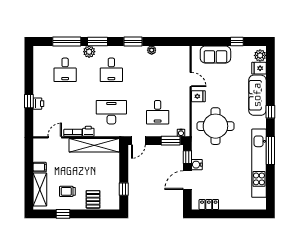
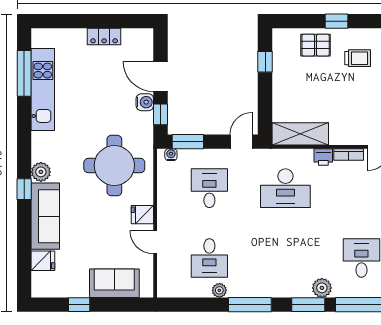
window: (133, 41) -> (250, 305), width x1.44
plant: (260, 55) -> (41, 172), moved
desk: (111, 70) -> (209, 258), moved, turned 180
shelving: (94, 145) -> (300, 134), width x0.68
window: (270, 151) -> (24, 73), moved
kitchen unit: (259, 163) -> (43, 90), width x0.73
door: (187, 180) -> (161, 77), swing flipped
pallet: (93, 199) -> (316, 45), turned 90
locker: (209, 204) -> (104, 37), moved
window: (63, 214) -> (336, 21), moved

